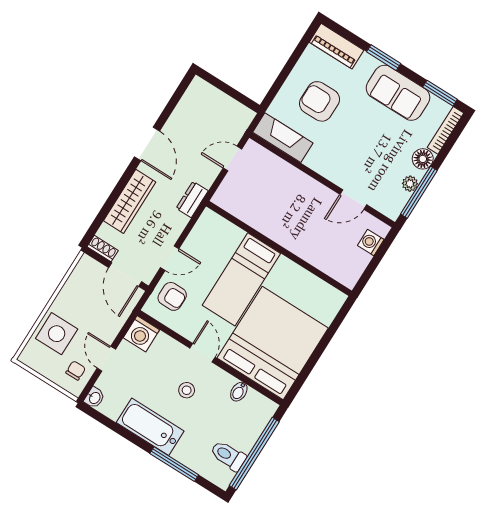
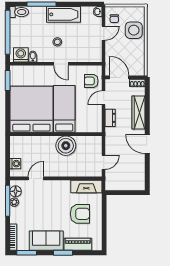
piano: (337, 46) -> (78, 244), moved
floor lamp: (423, 159) -> (16, 191), moved
dresser: (192, 199) -> (110, 118), moved
boiler: (275, 221) -> (66, 146), added
washing machine: (141, 334) -> (21, 55), moved
bed: (273, 343) -> (31, 109), moved, turned 180
door: (106, 359) -> (104, 33), hinge flipped
window: (301, 379) -> (8, 80), added
toilet: (228, 456) -> (19, 12), moved

